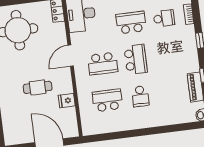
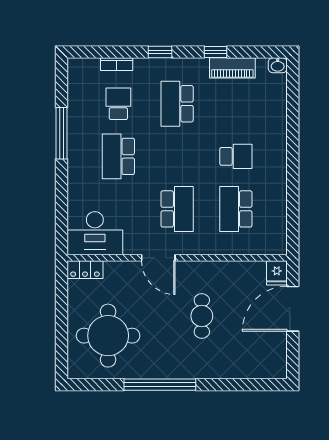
school desk: (136, 59) -> (177, 104), moved, turned -90
fridge: (67, 101) -> (277, 273), moved

